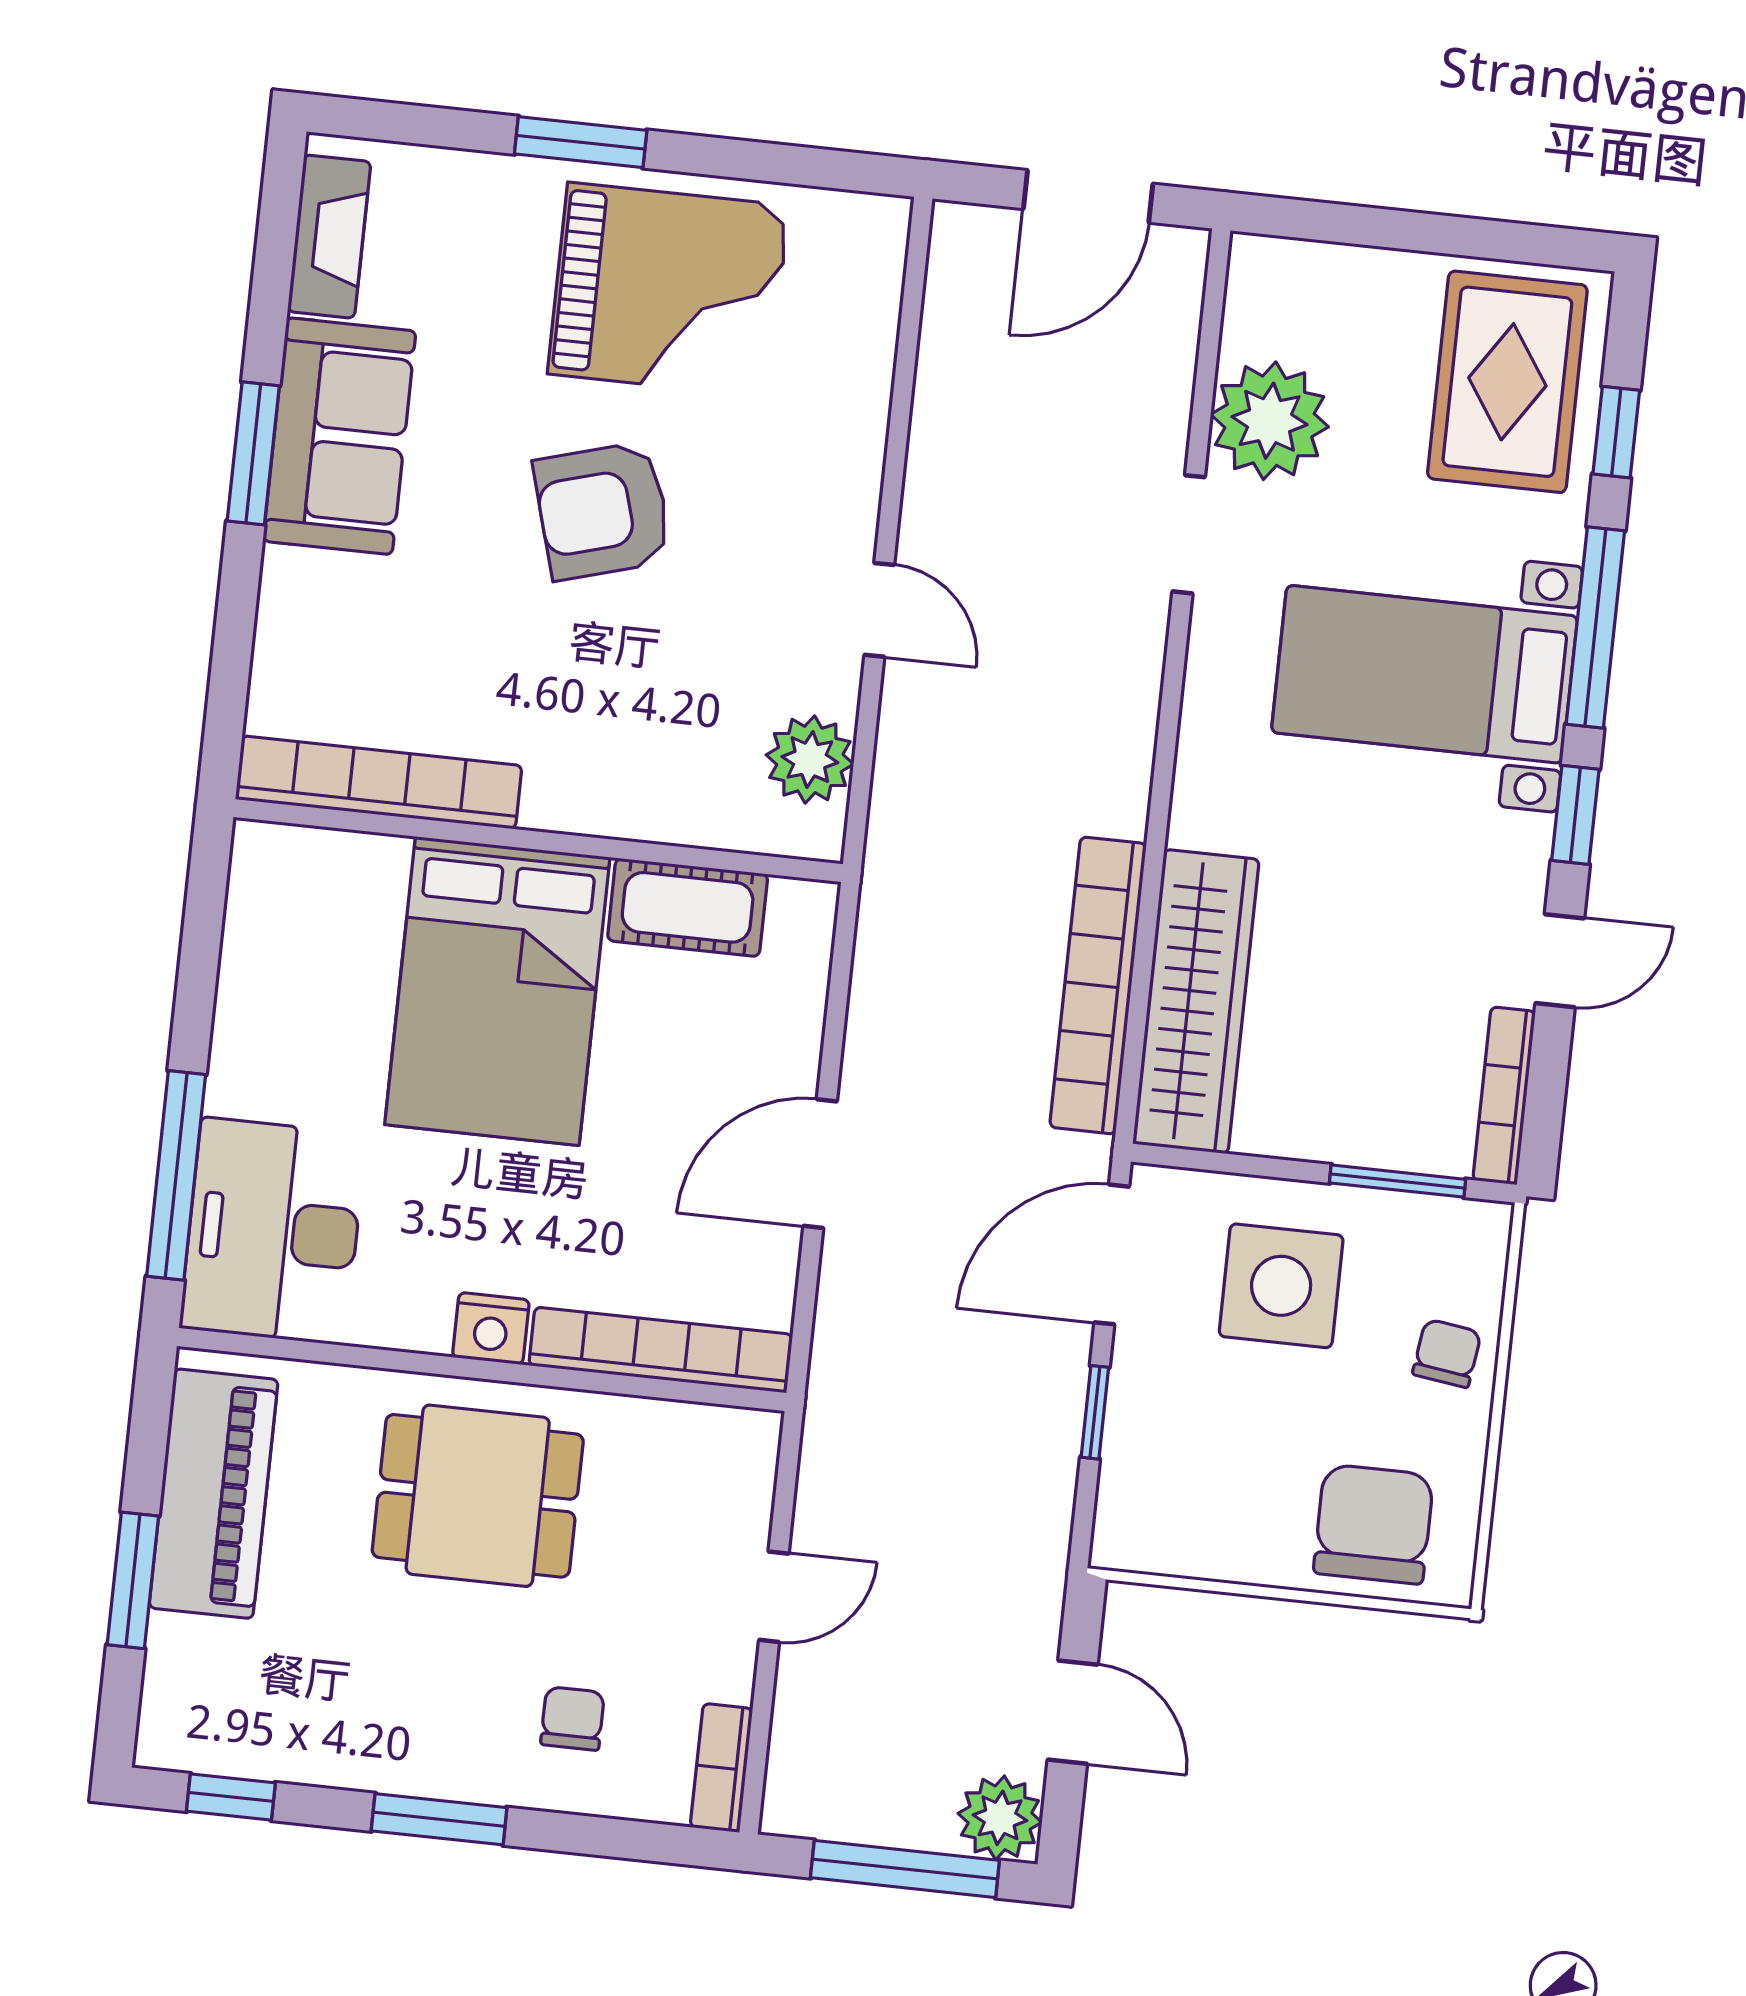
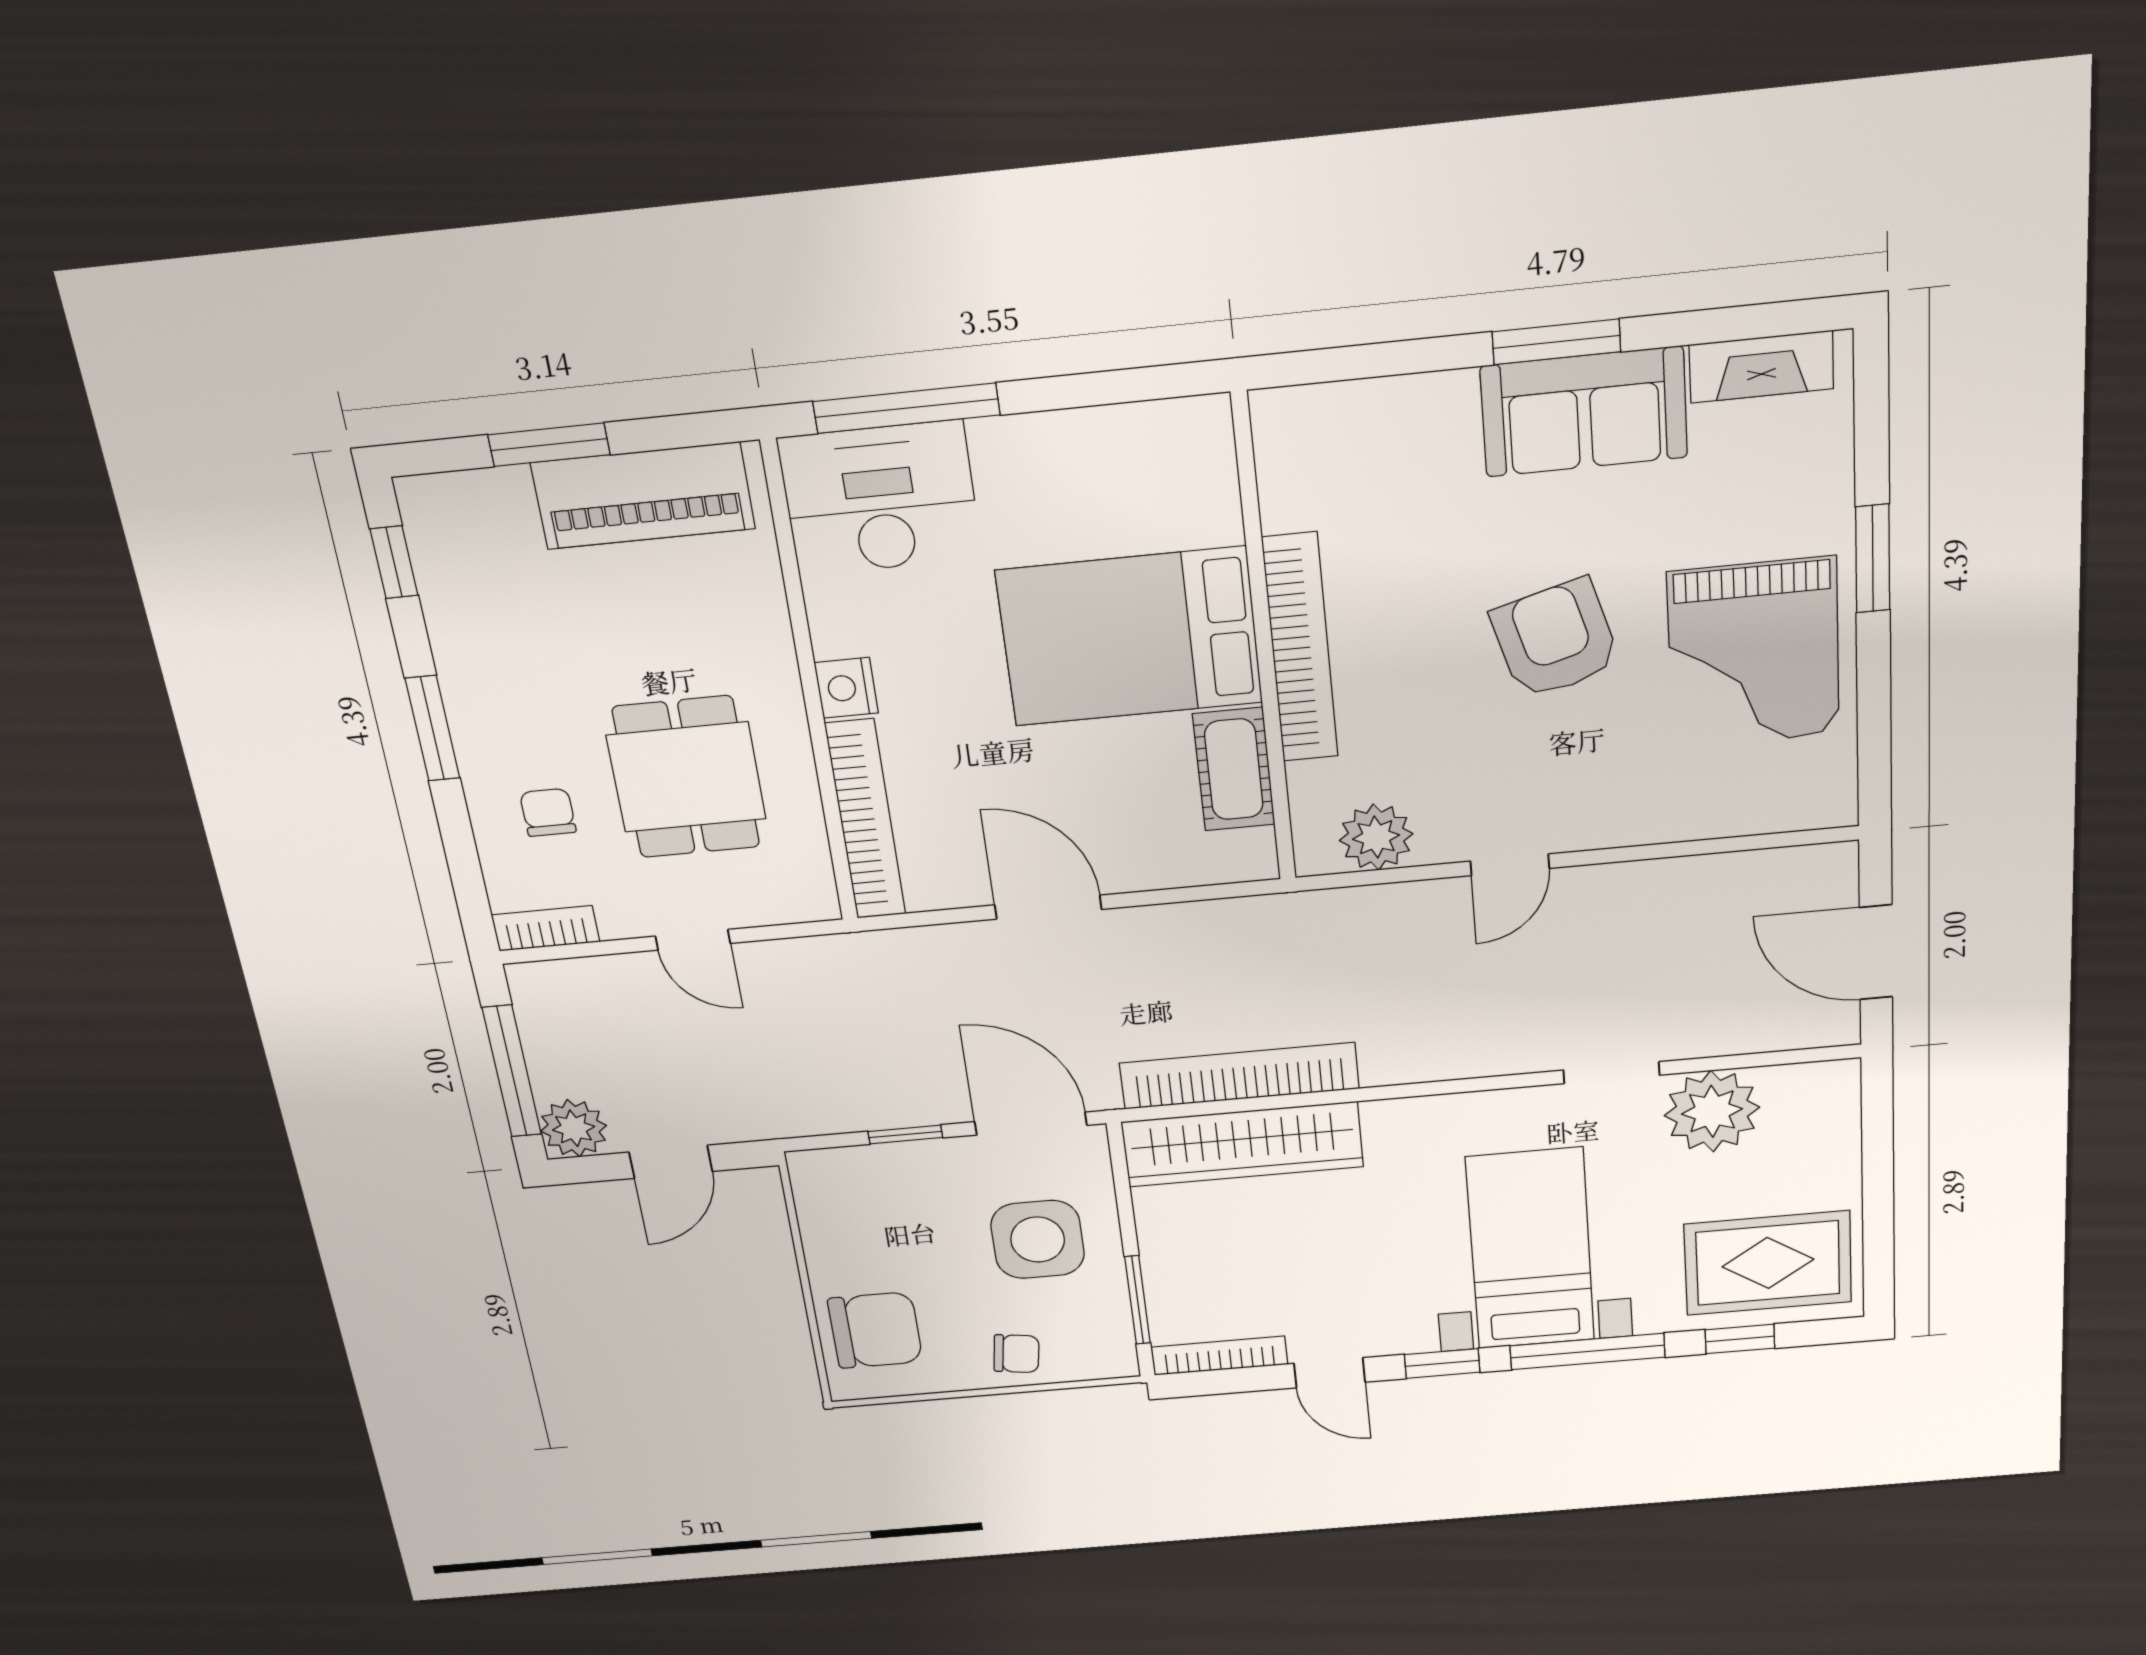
bookcase: (379, 782) -> (1300, 648), moved
dining table: (478, 1496) -> (686, 777), moved
chair: (573, 1718) -> (548, 812), turned -90

